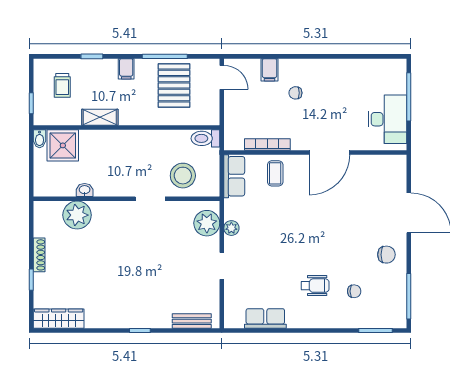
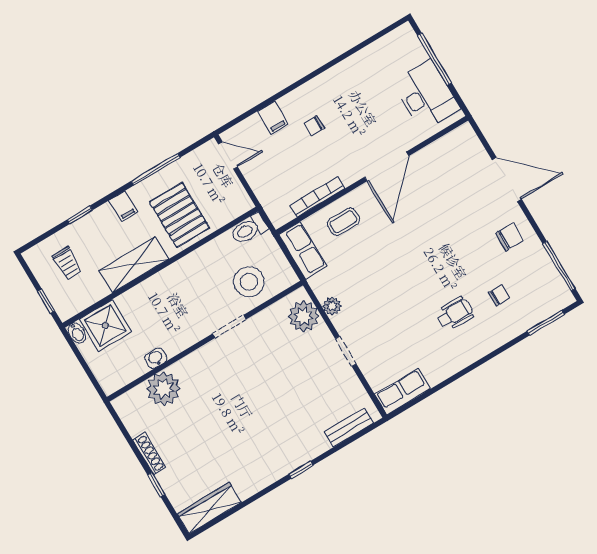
pallet: (174, 86) -> (179, 215), moved
shelving: (100, 117) -> (134, 265), width x1.50, depth x1.33
coffee table: (275, 173) -> (343, 222), turned 90
row of seats: (265, 319) -> (402, 392), moved

